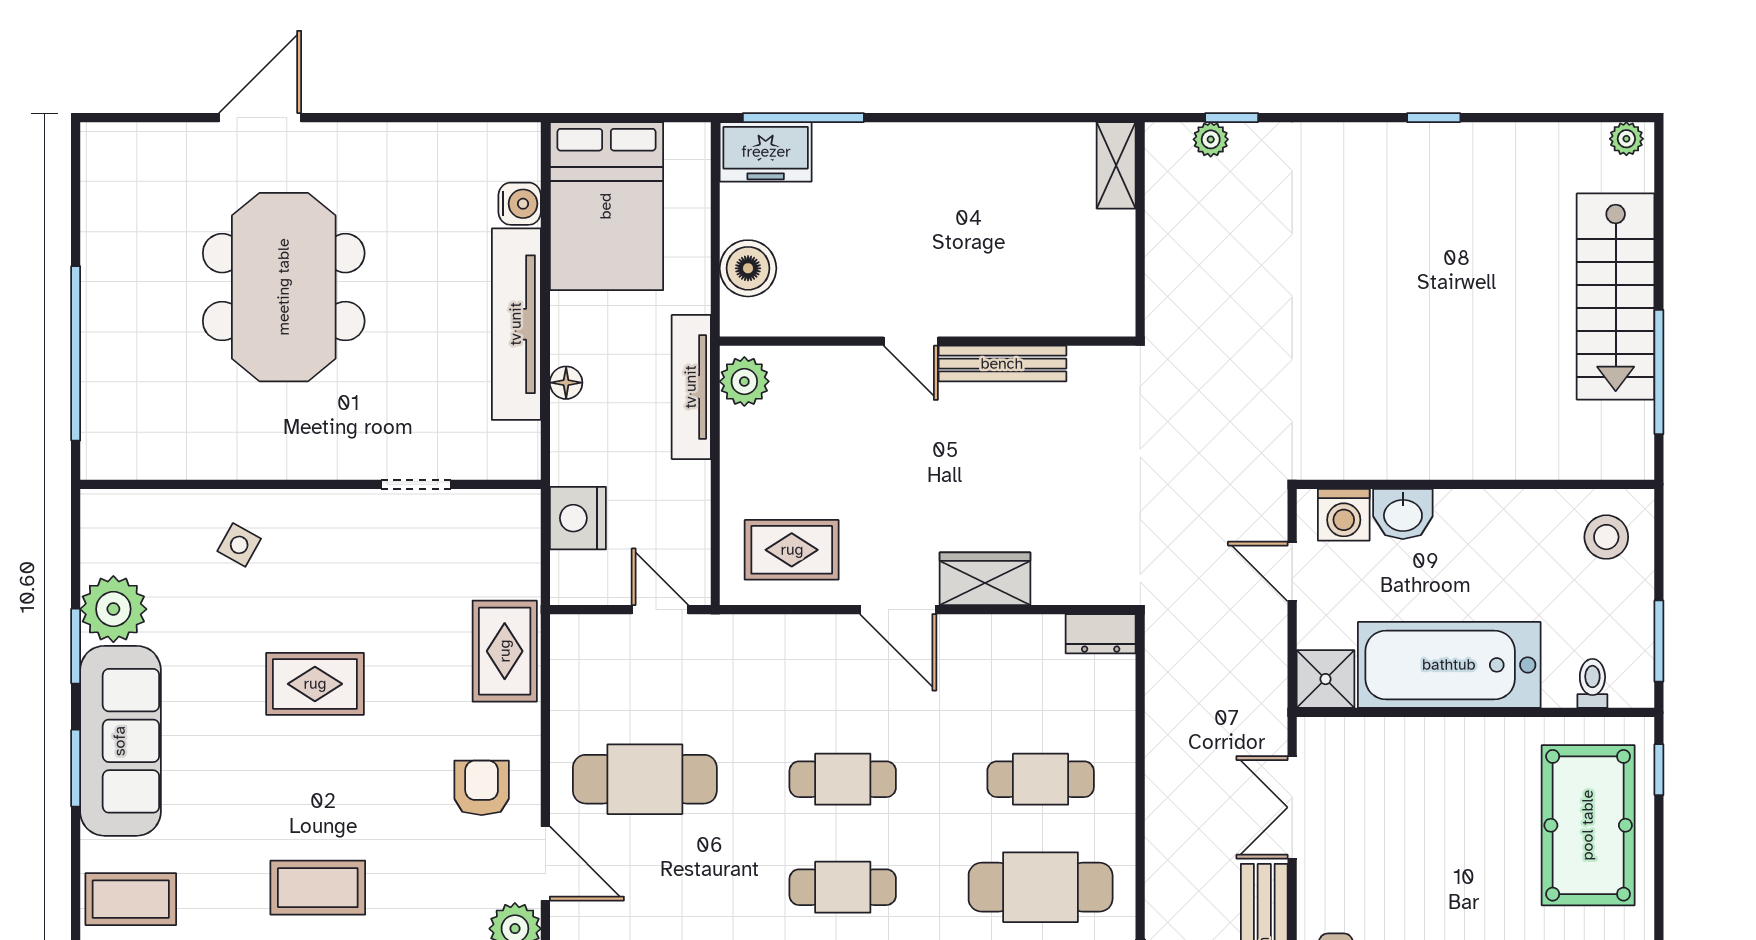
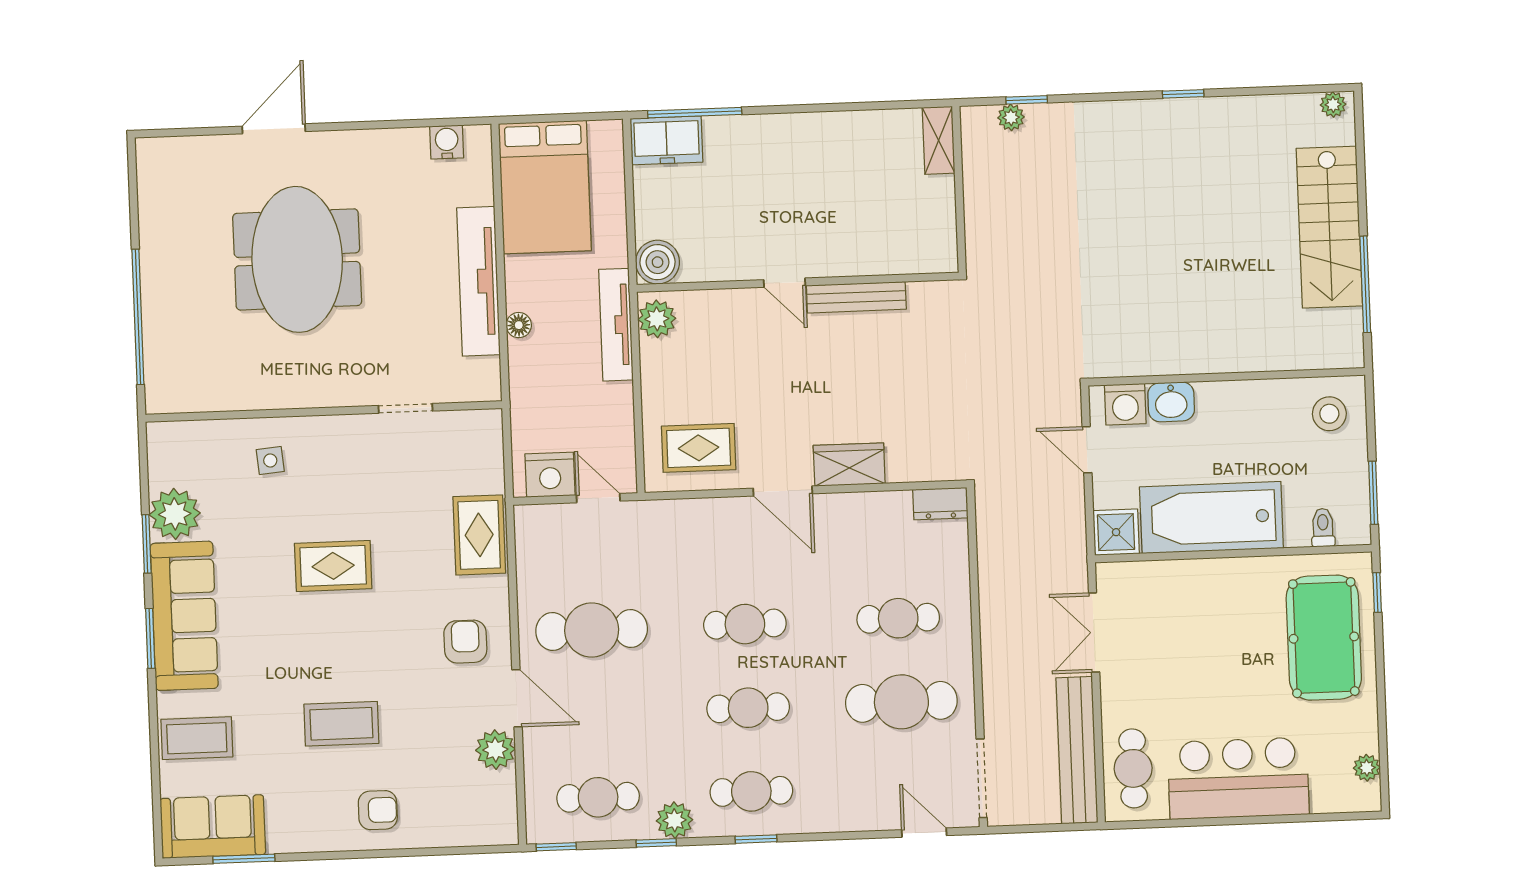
water cooler: (520, 204) -> (447, 142), moved, turned -90
boiler: (748, 268) -> (658, 262), moved
nightstand: (578, 518) -> (550, 475), moved, turned -90
side table: (239, 545) -> (270, 461), turned -34

